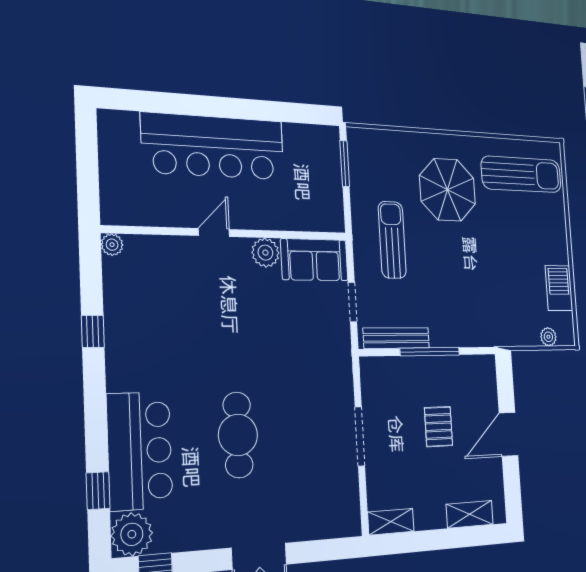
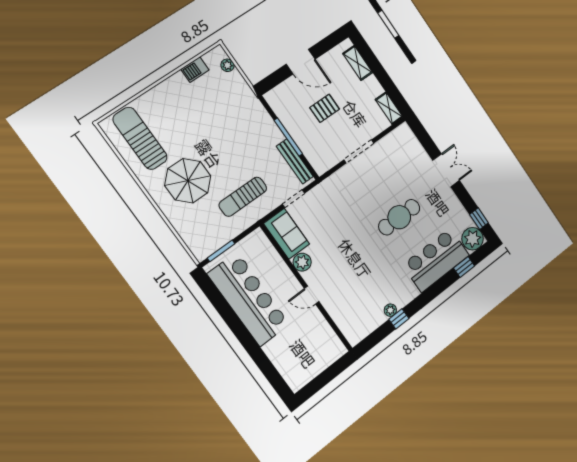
bar counter: (214, 146) -> (249, 299), moved
plant: (112, 245) -> (390, 310), moved
barbecue: (559, 288) -> (195, 70), width x0.73, depth x0.79

